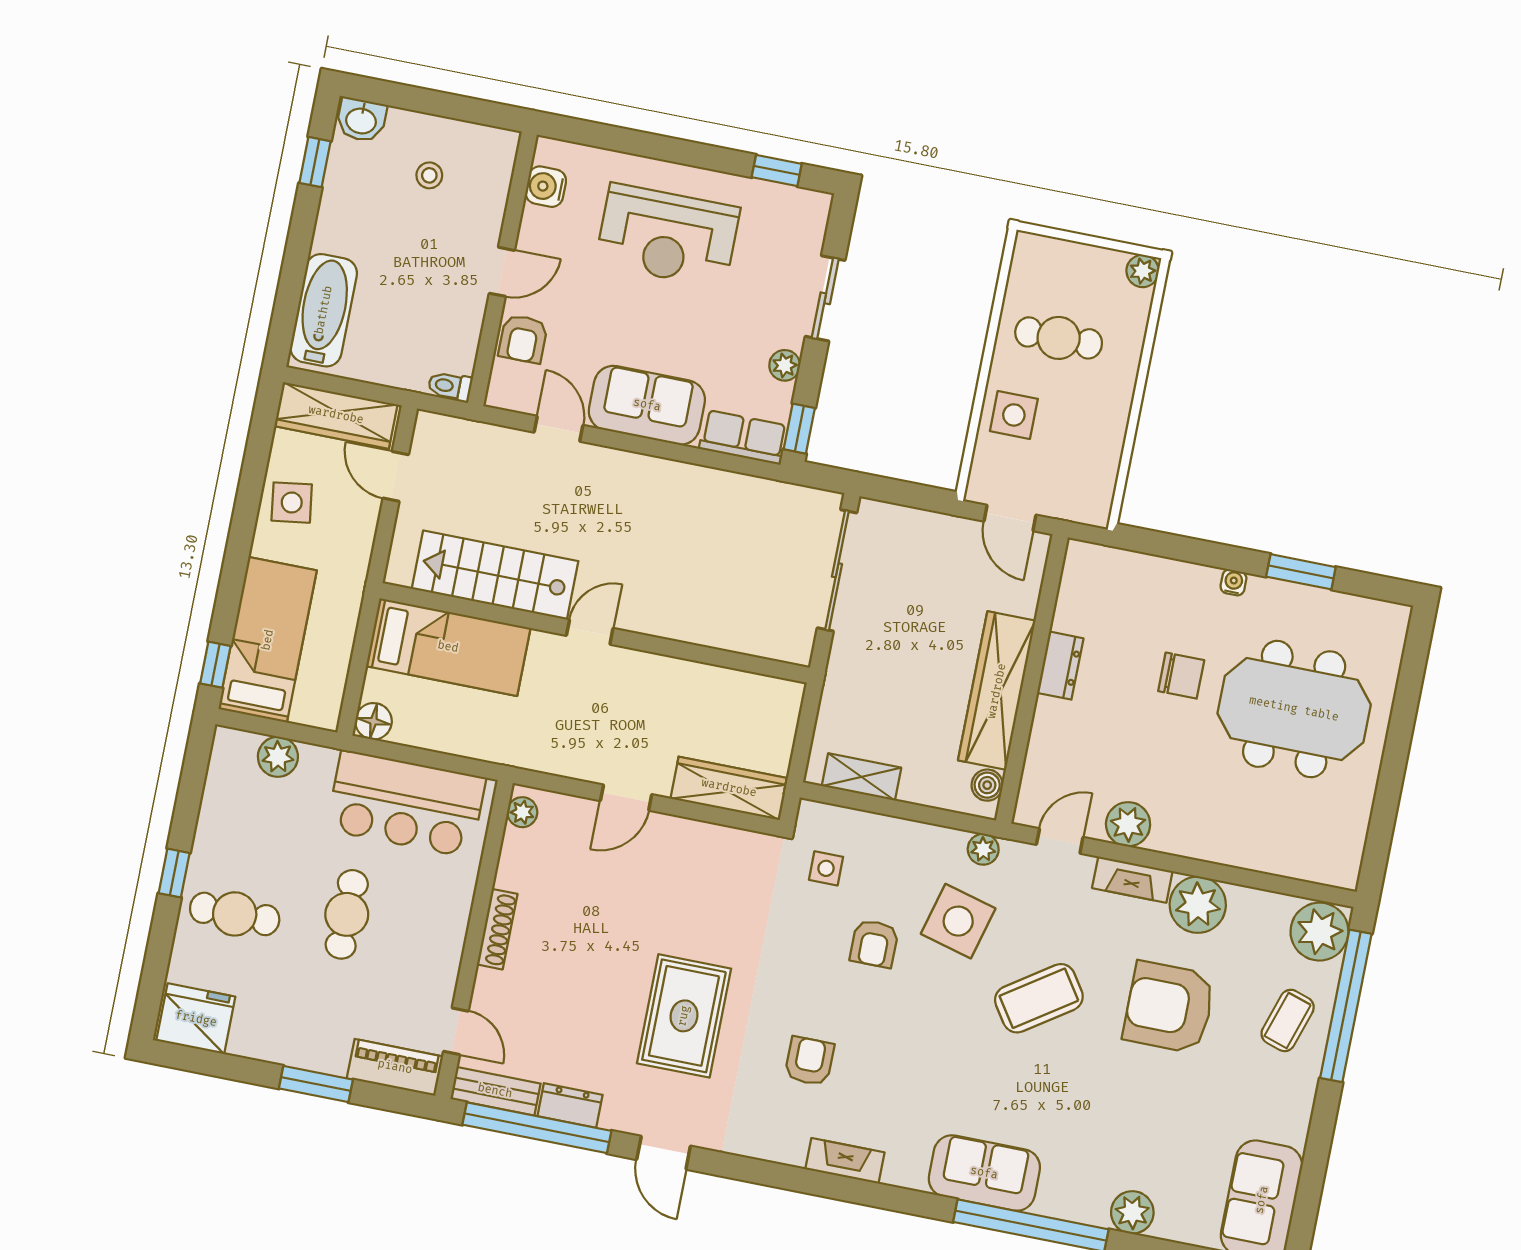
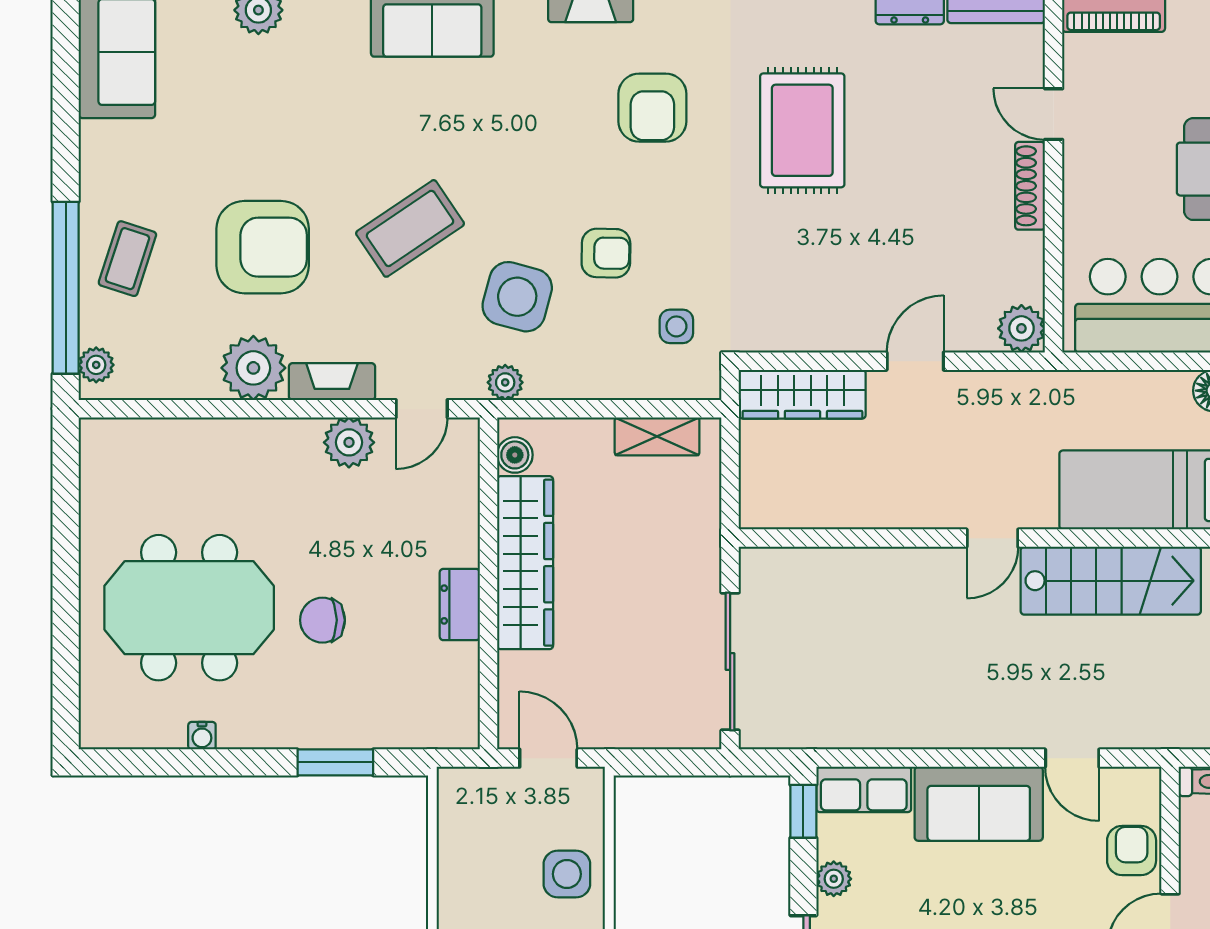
window: (1301, 572) -> (335, 762), moved
water cooler: (1233, 582) -> (202, 736), moved
plant: (522, 812) -> (1021, 328), width x1.38, depth x1.38
plant: (1319, 932) -> (96, 365), width x0.53, depth x0.53
armchair: (874, 944) -> (606, 253), turned 91
door: (456, 1031) -> (1054, 114), moved
armchair: (809, 1061) -> (652, 108), width x1.38, depth x1.38

